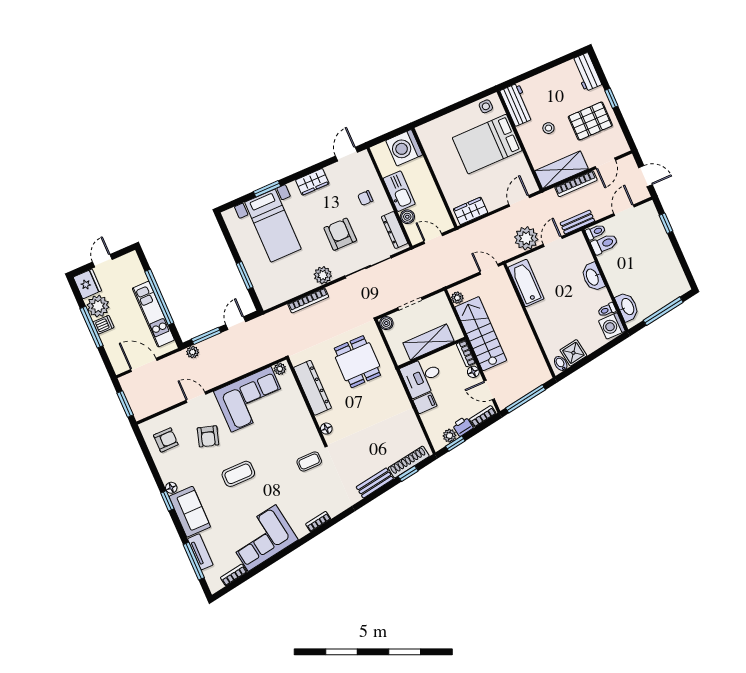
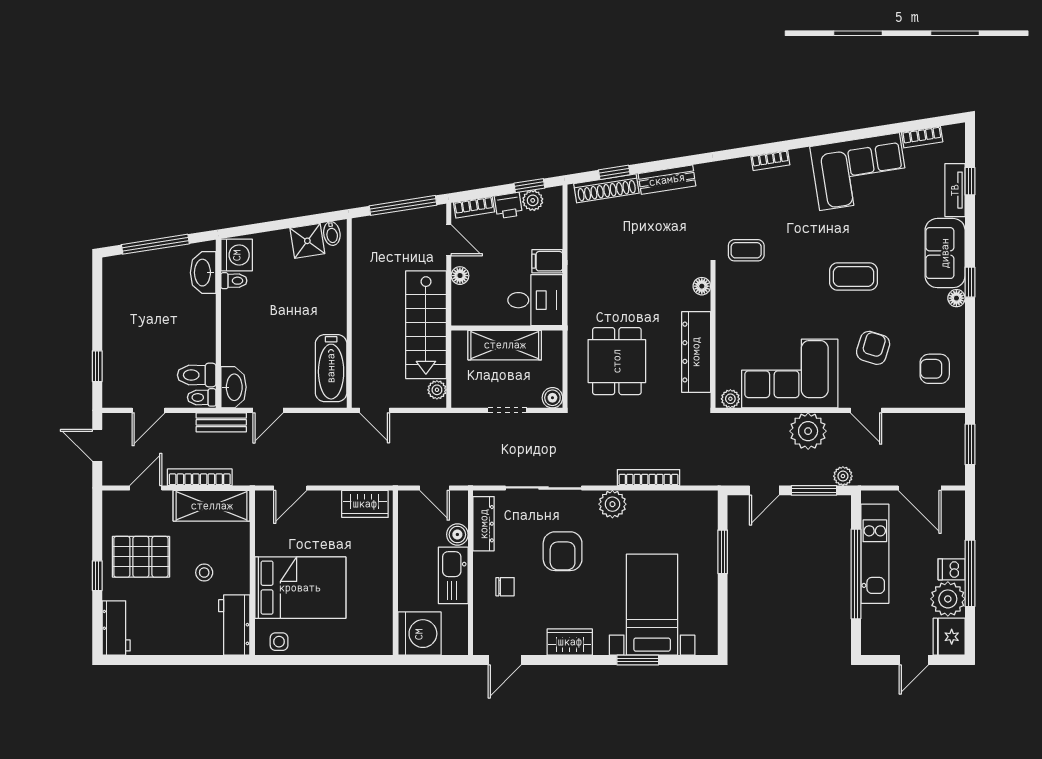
plant: (526, 238) -> (808, 431), moved
washbasin: (593, 277) -> (233, 387), moved
bookcase: (466, 353) -> (459, 306), removed
window: (194, 561) -> (970, 181), width x0.46

